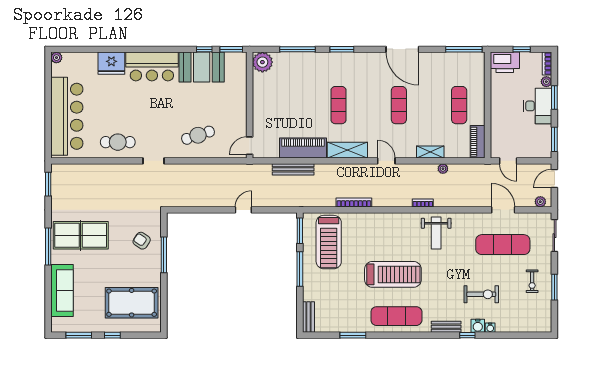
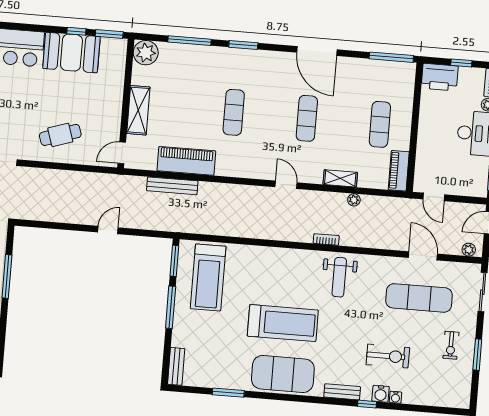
shelving: (347, 150) -> (138, 110), moved, turned 90
bookcase: (354, 203) -> (243, 232), removed
exercise mat: (396, 316) -> (283, 374), width x1.47

